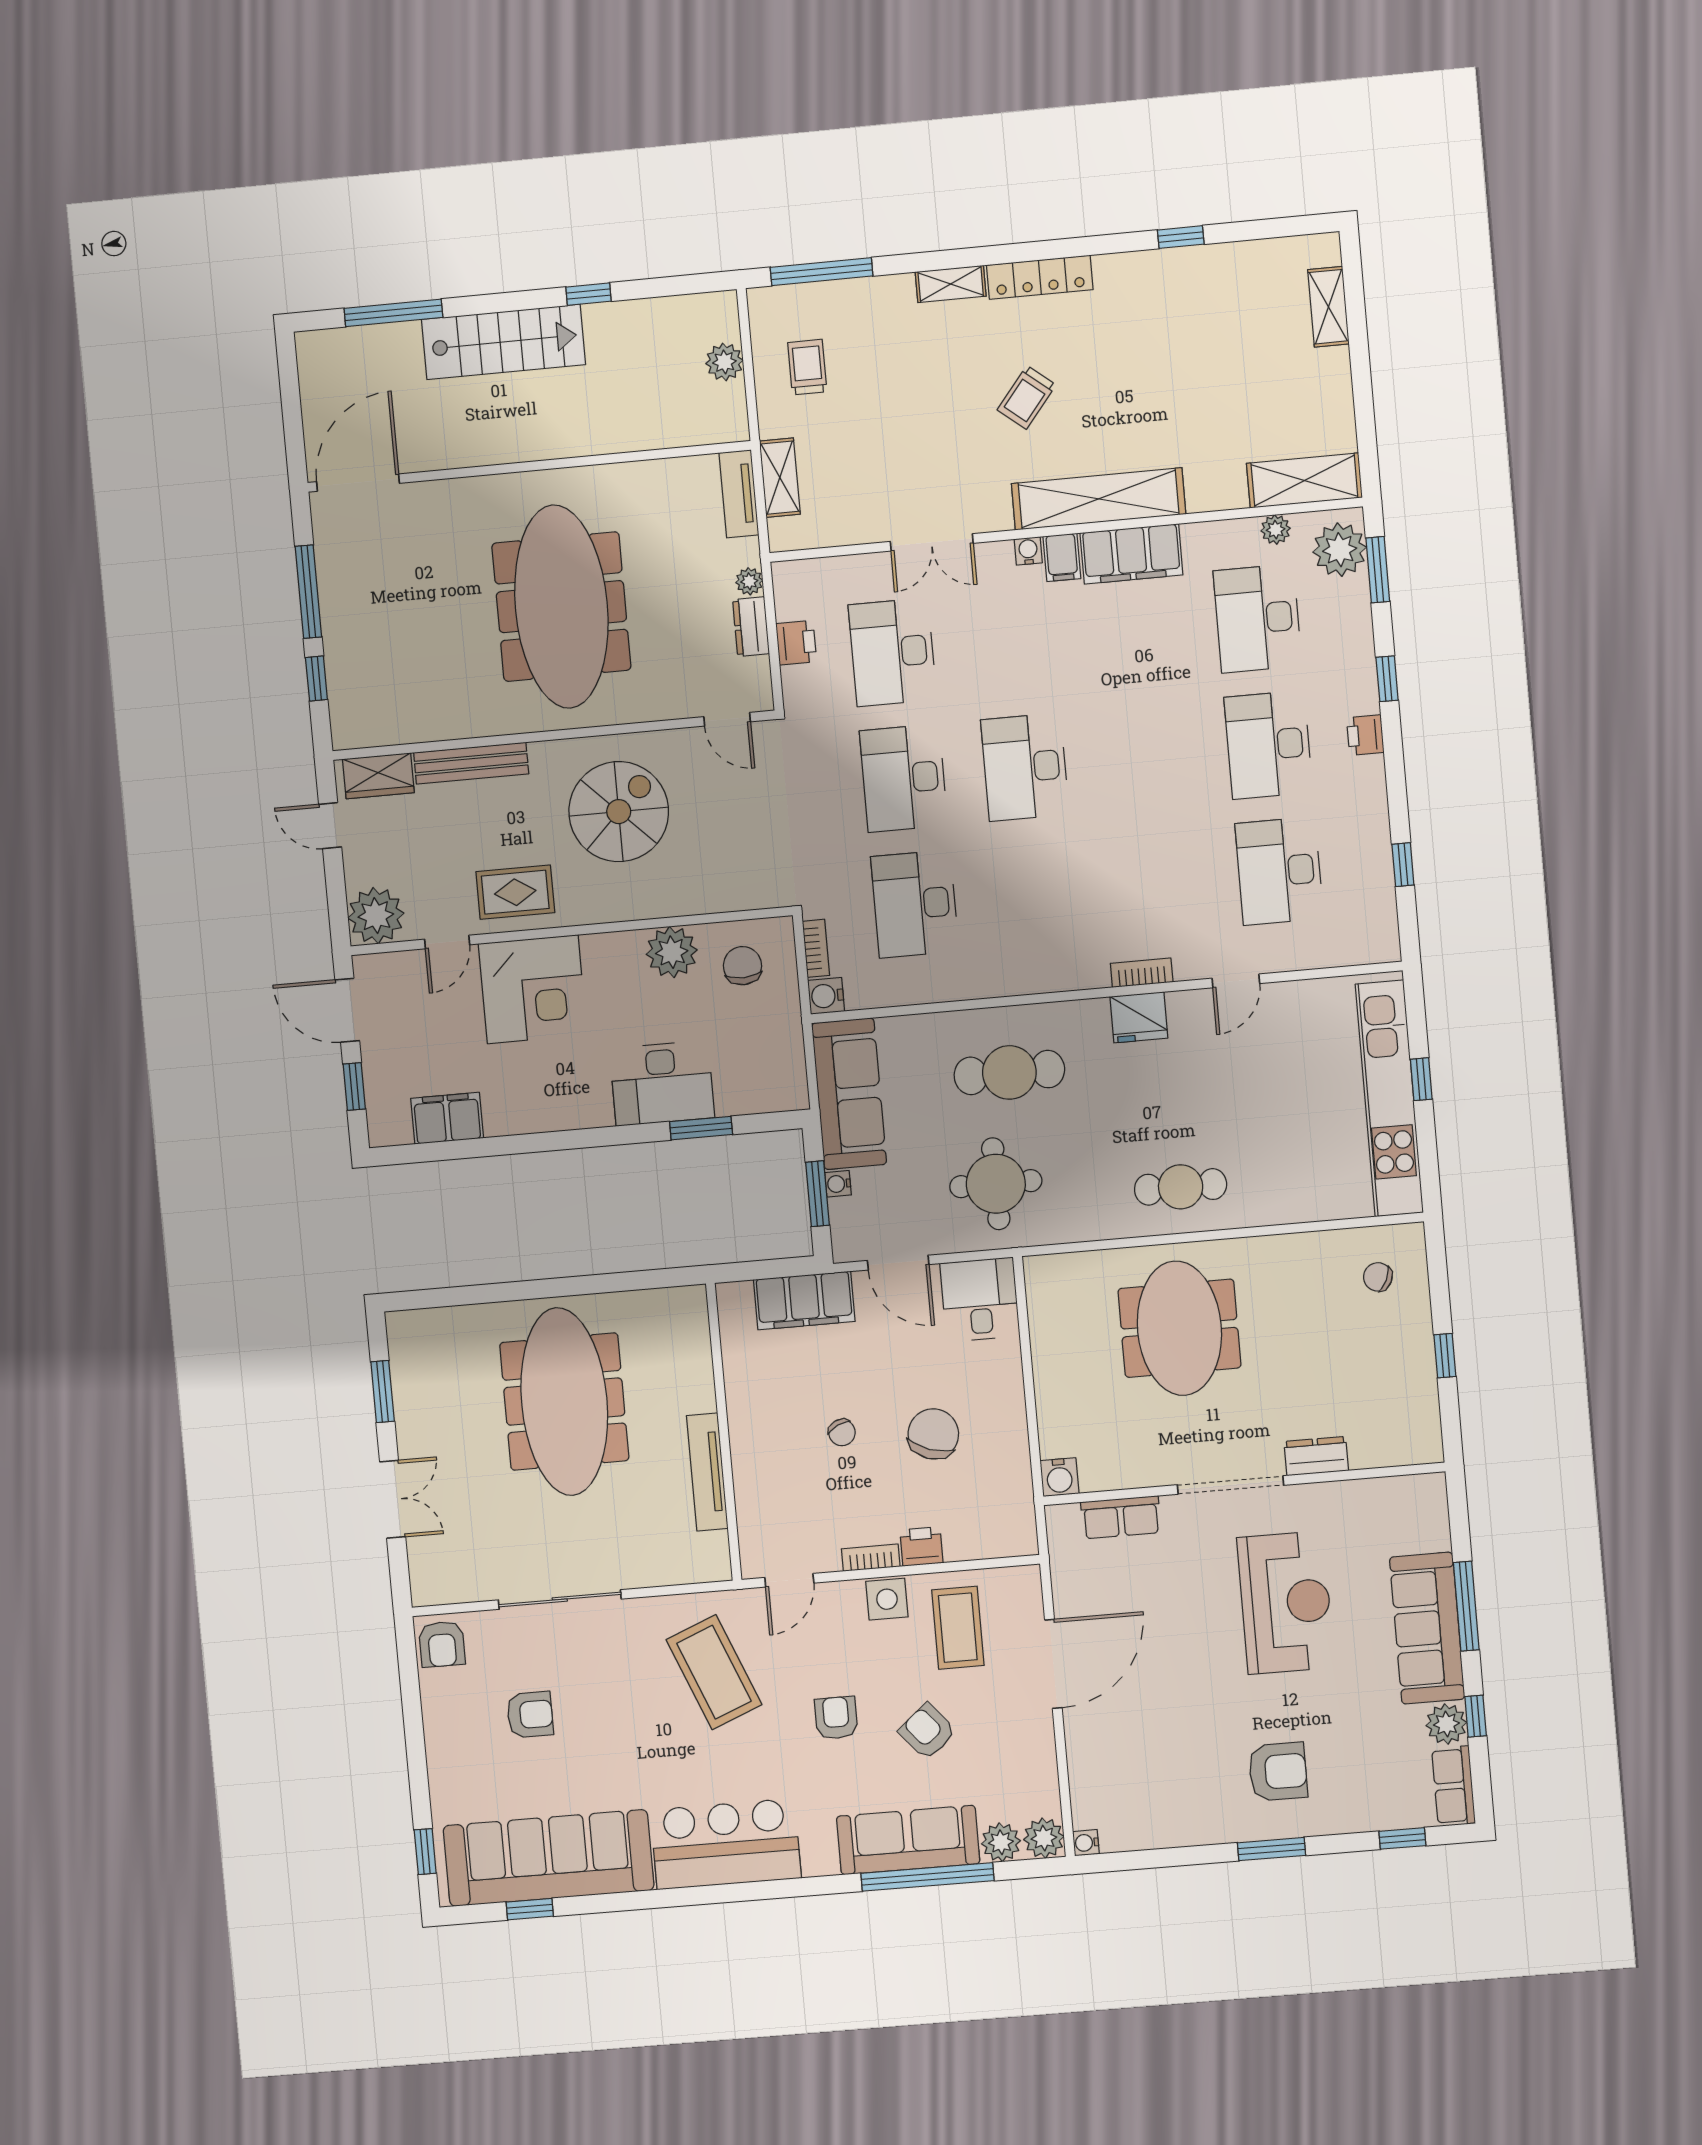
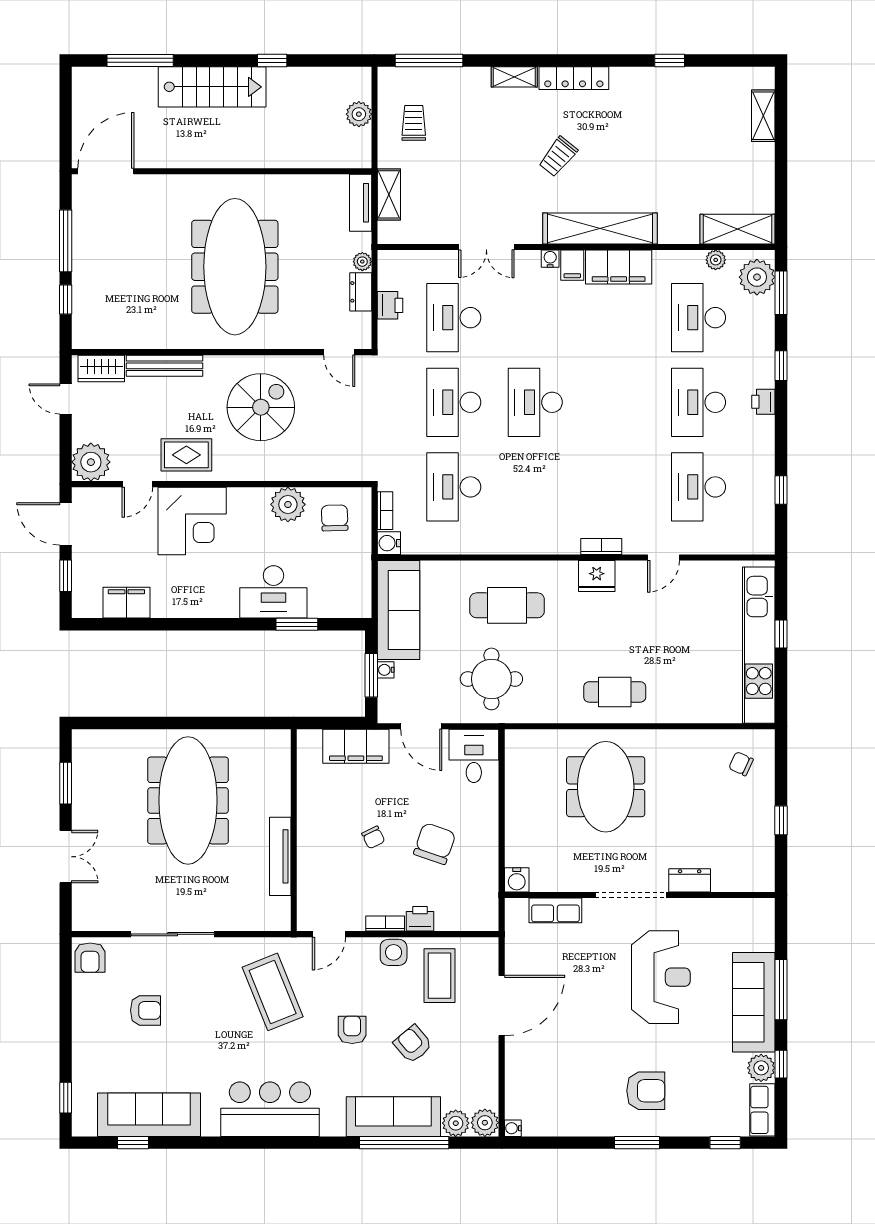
sofa: (549, 1858) -> (149, 1115), width x0.74, depth x0.79

